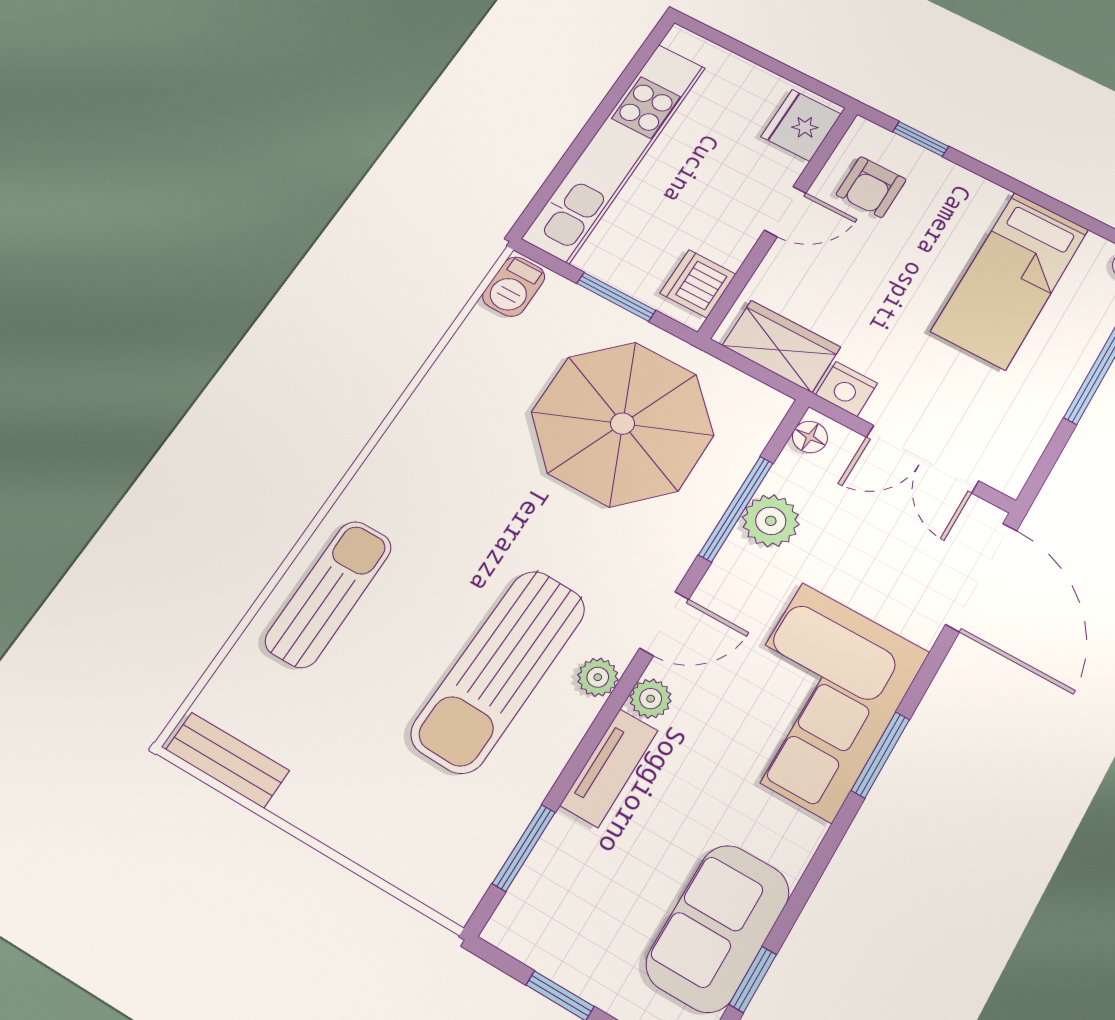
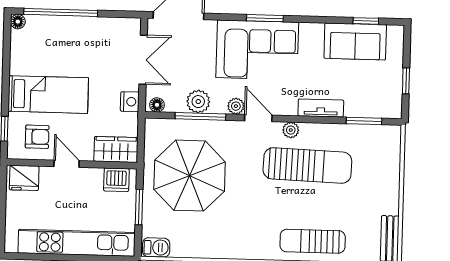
bed: (1010, 280) -> (48, 94), moved
wardrobe: (781, 346) -> (116, 149), moved, turned 90
plant: (651, 699) -> (236, 106), moved

